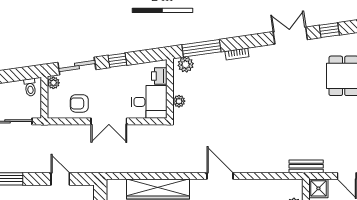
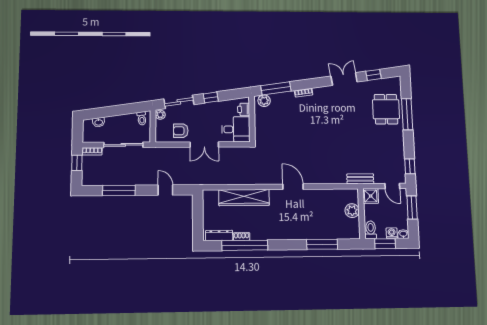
plant: (179, 101) -> (259, 129), removed

